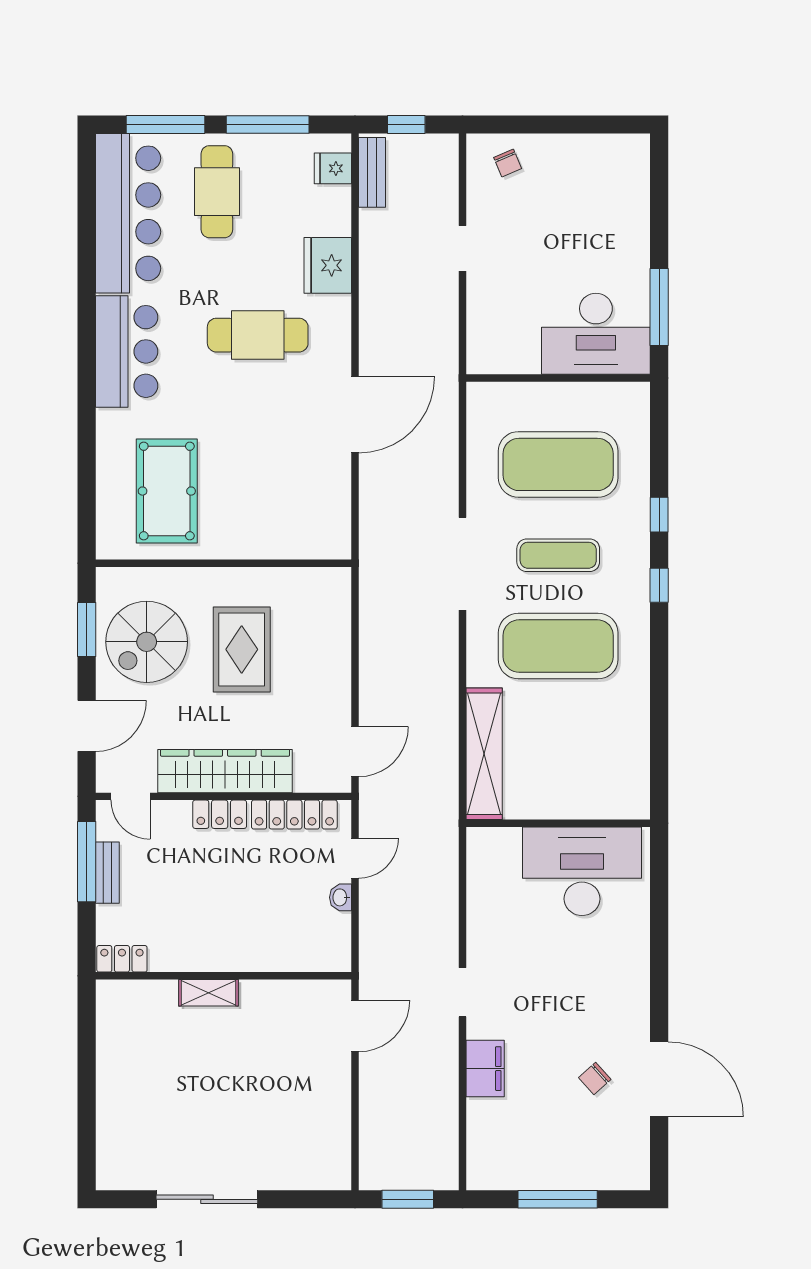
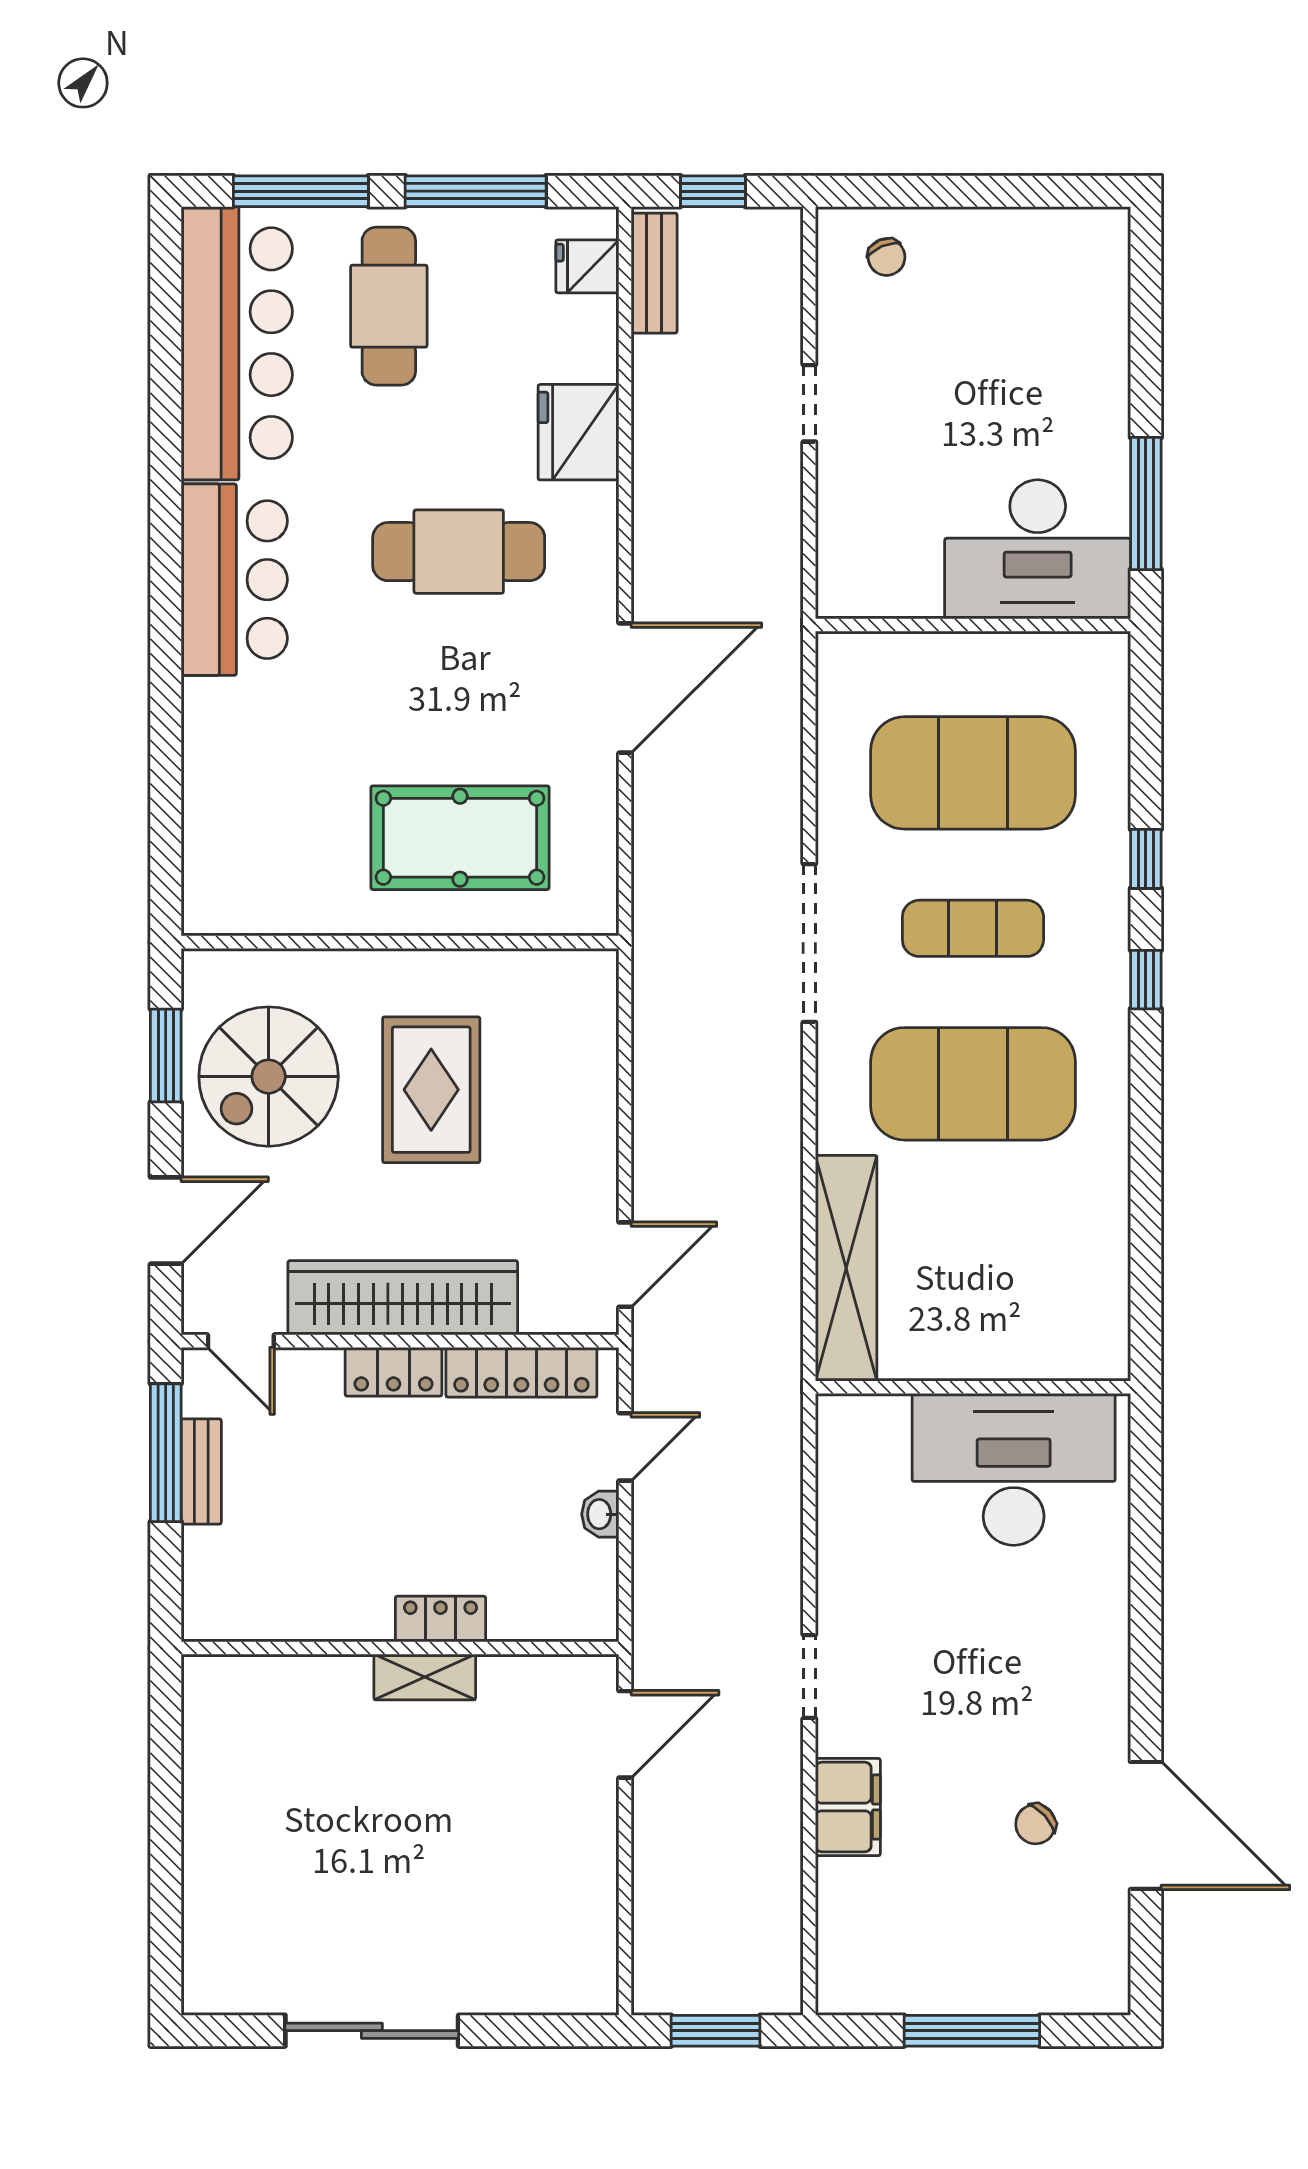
pool table: (167, 491) -> (460, 838), moved, turned 90
locker: (122, 959) -> (441, 1619), moved
shelving: (208, 993) -> (425, 1677), moved

